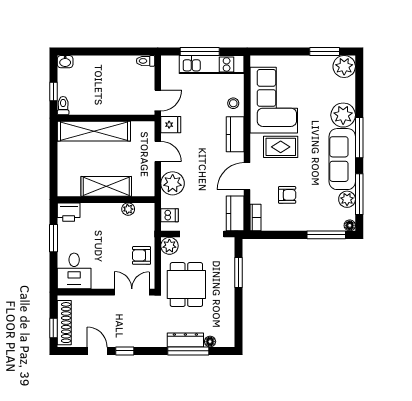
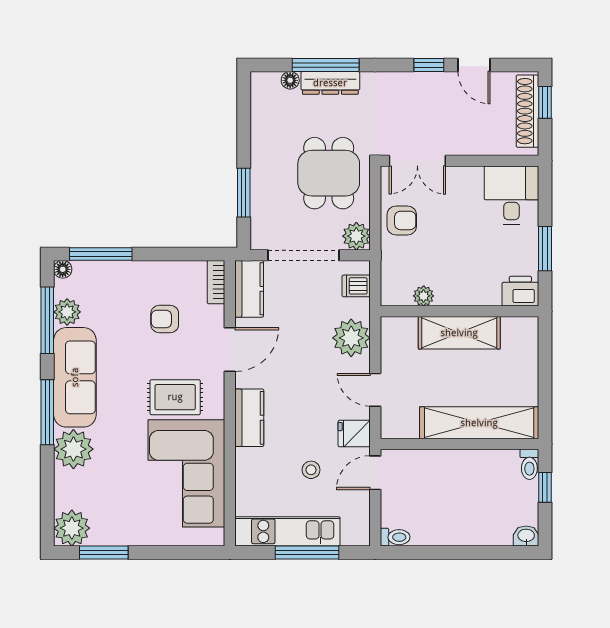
stool: (233, 103) -> (311, 470), moved

